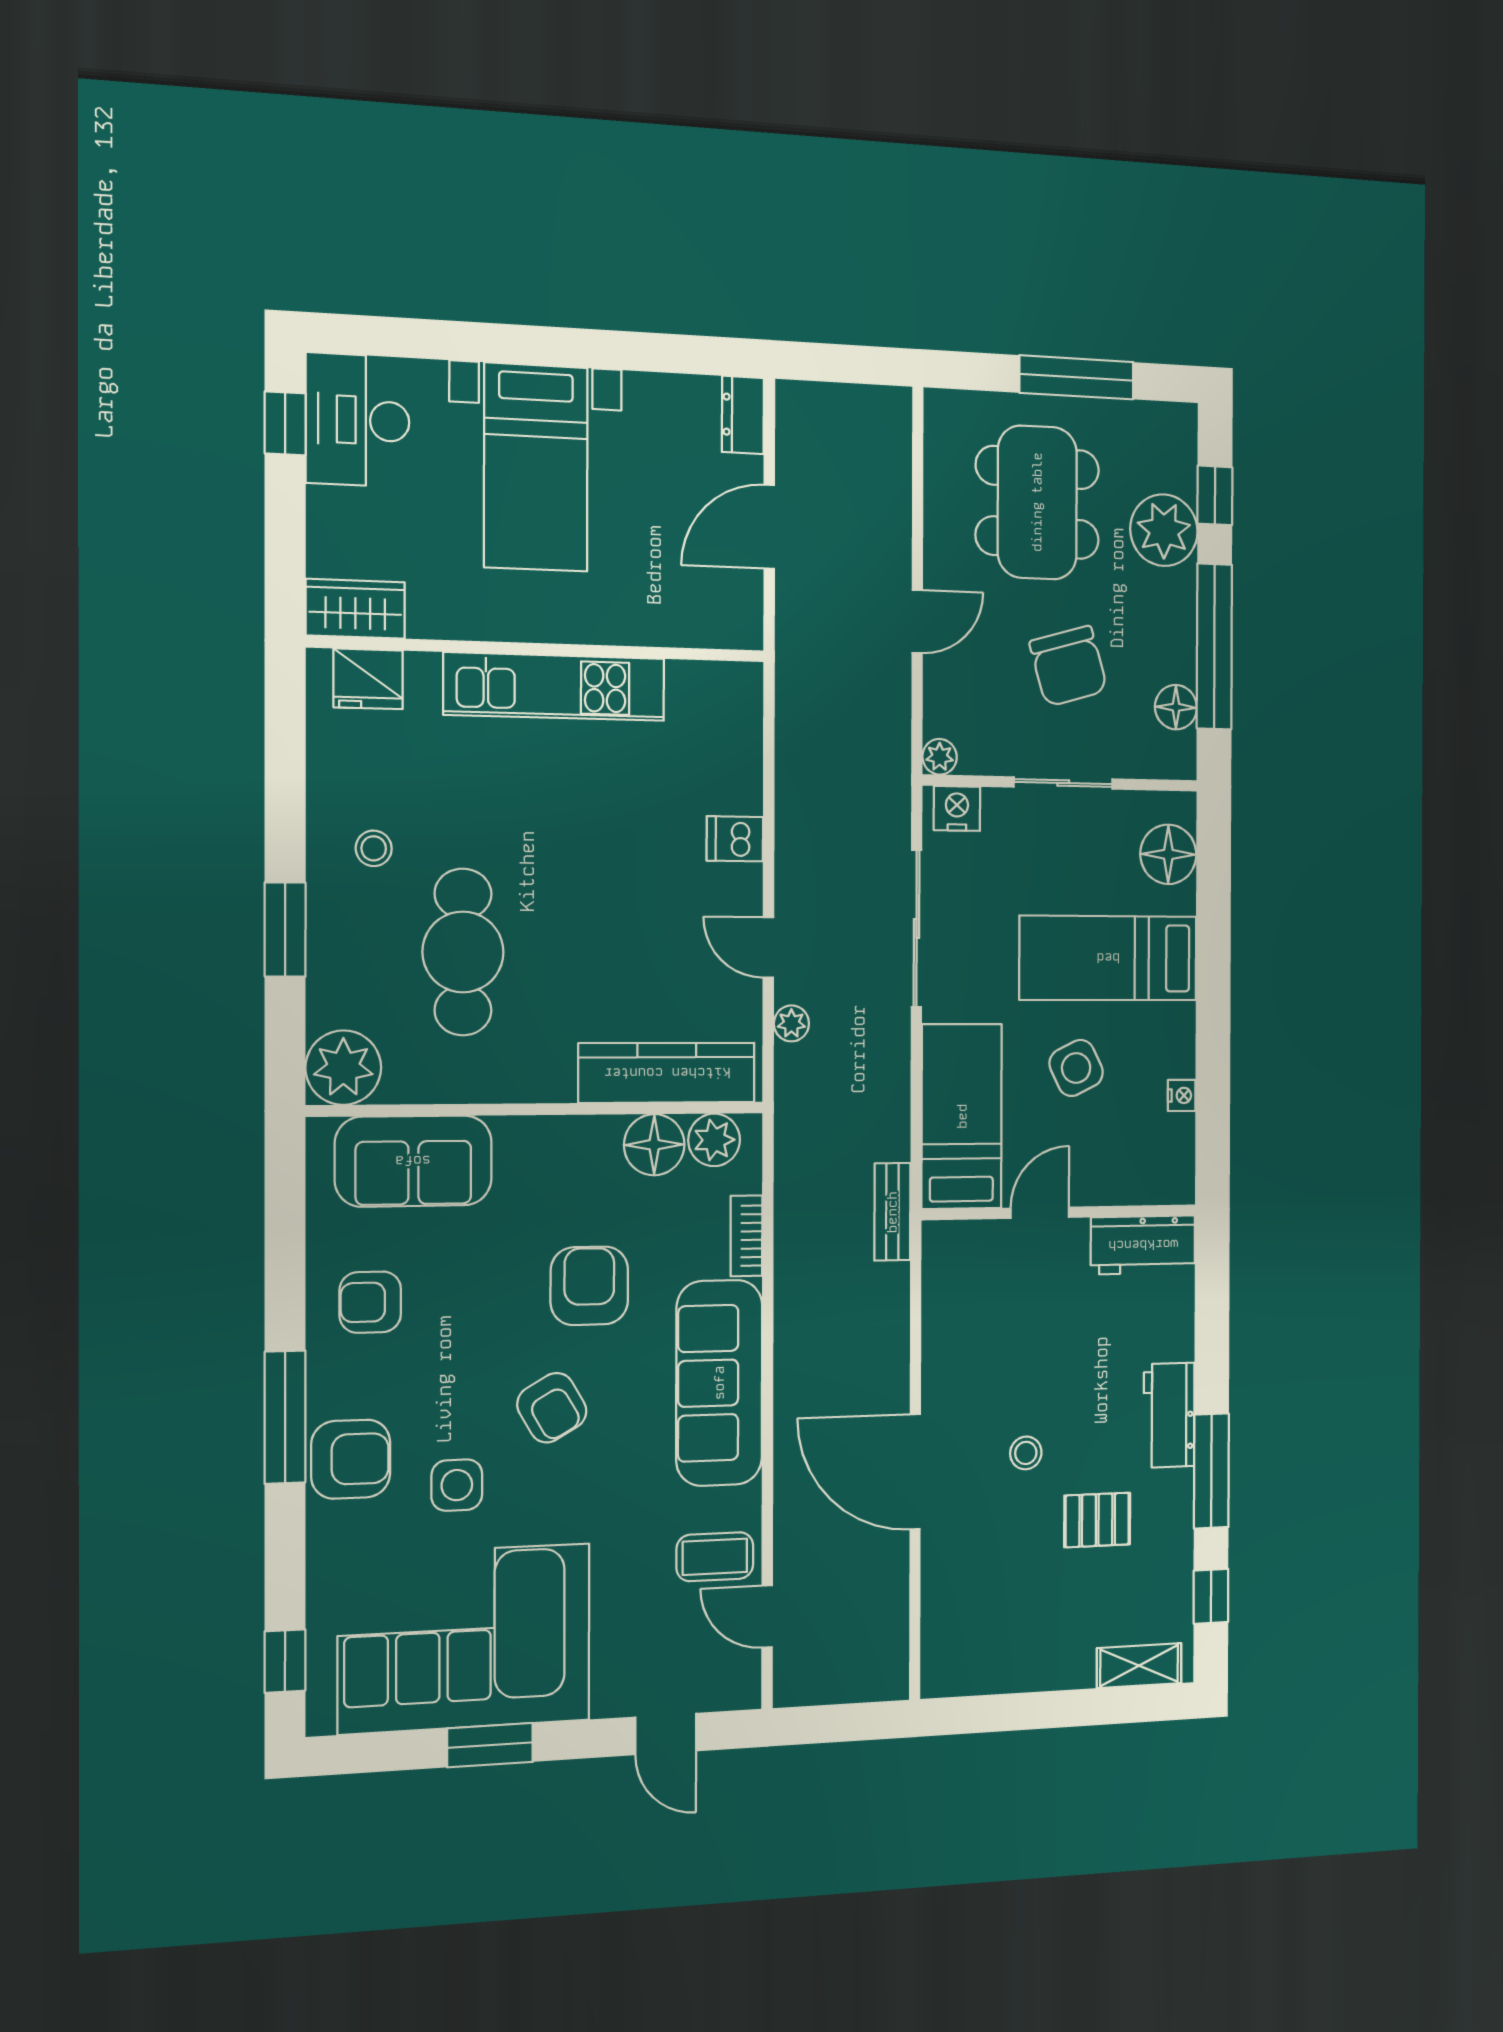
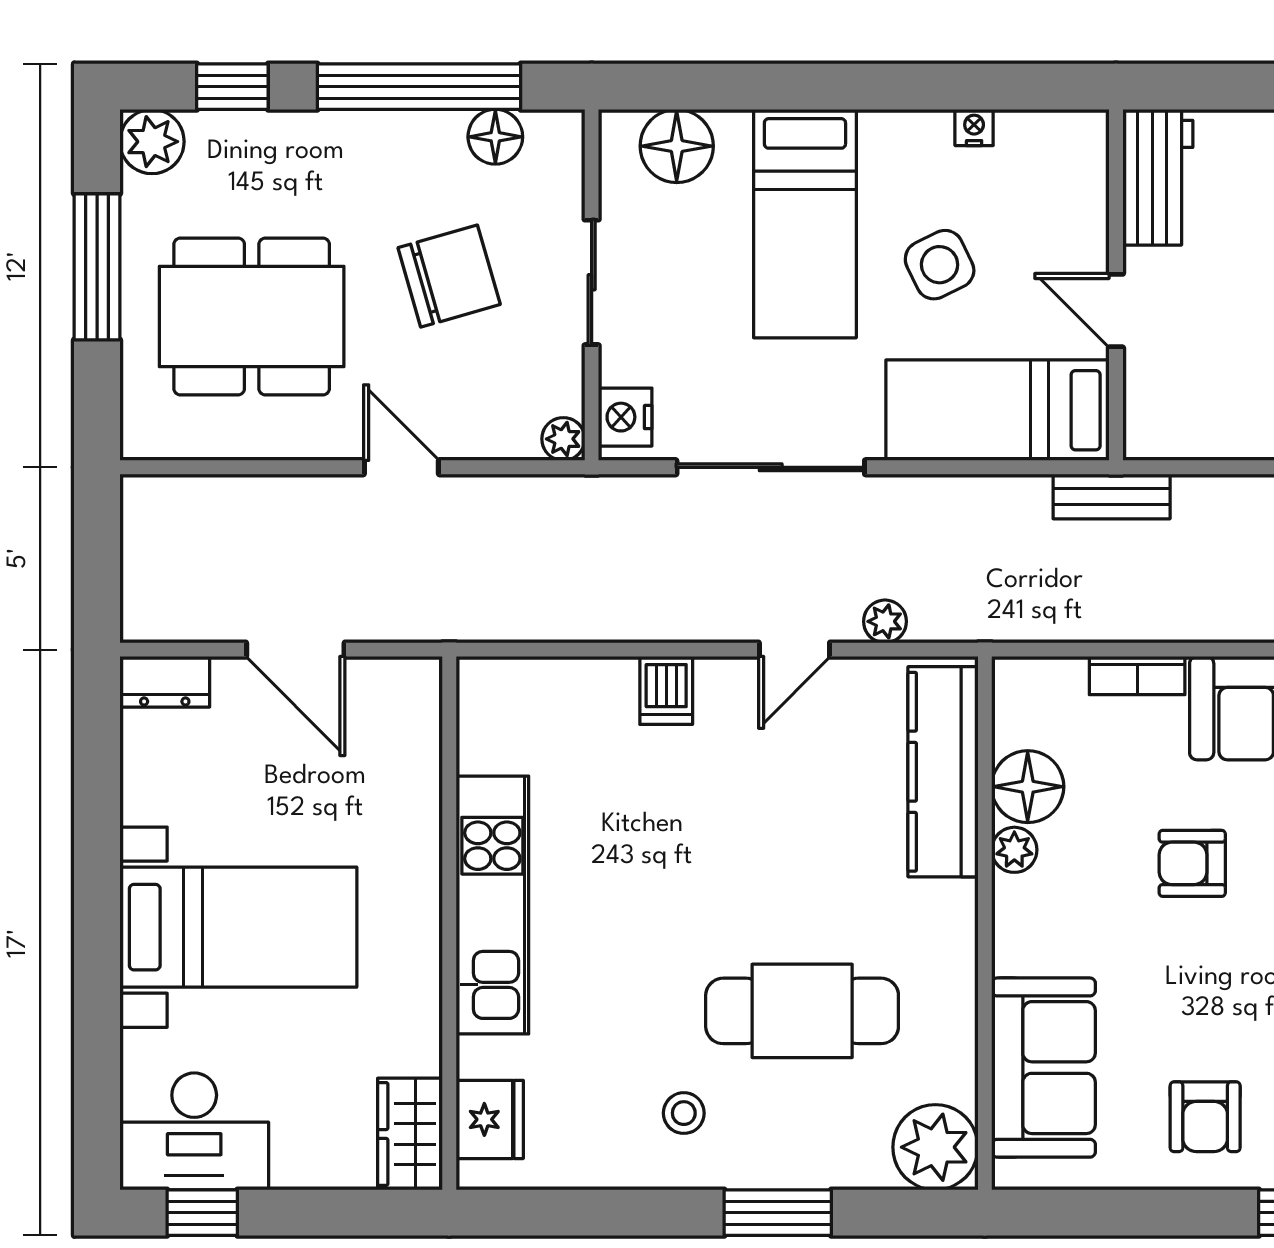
plant: (1164, 530) -> (152, 142), moved, width x0.73, depth x0.73
plant: (714, 1140) -> (1014, 850), moved, width x0.73, depth x0.73
armchair: (589, 1286) -> (1192, 863), width x0.72, depth x0.72

